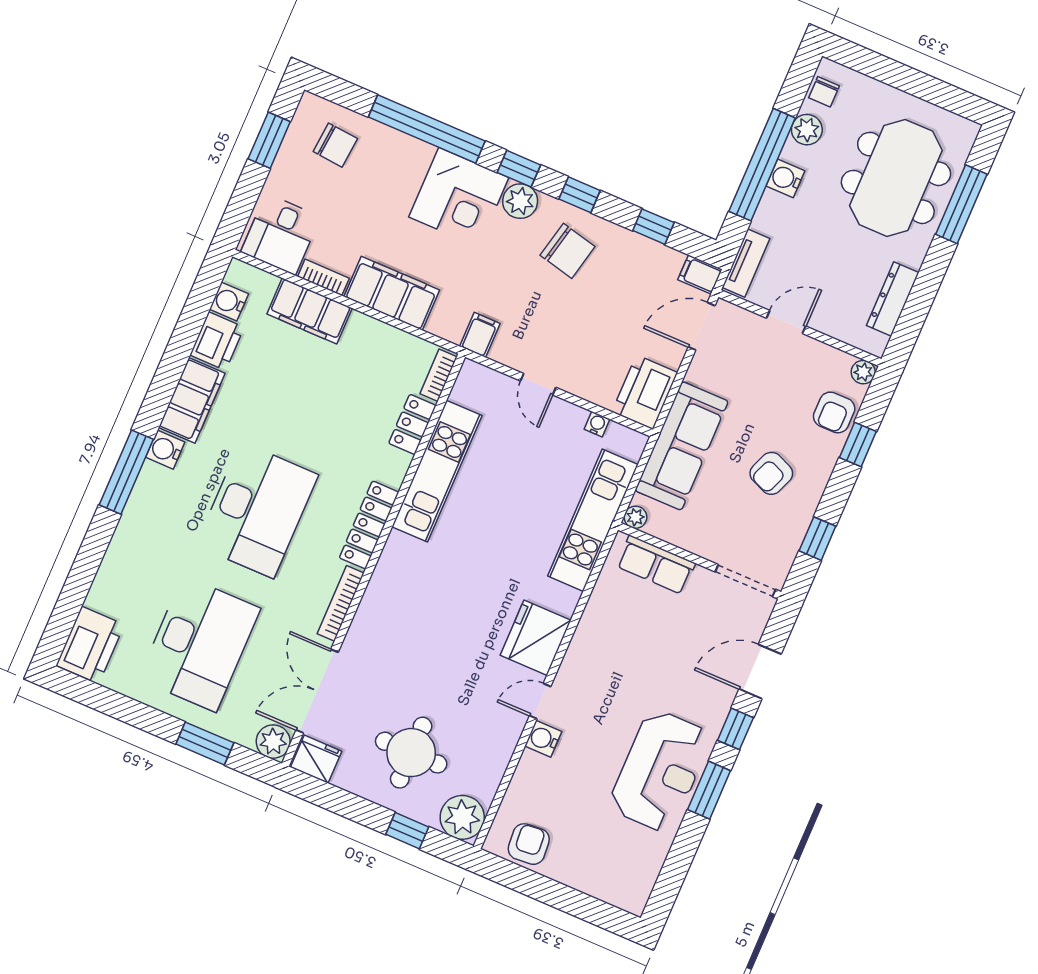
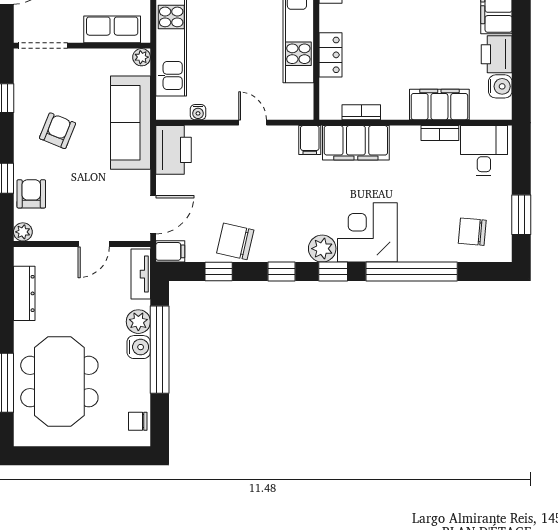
chair: (824, 92) -> (138, 421), turned -90
plant: (807, 130) -> (138, 322), moved
chair: (568, 251) -> (235, 241), moved
filing cabinet: (392, 293) -> (356, 143), moved
bookcase: (439, 375) -> (361, 112), moved, turned -90

